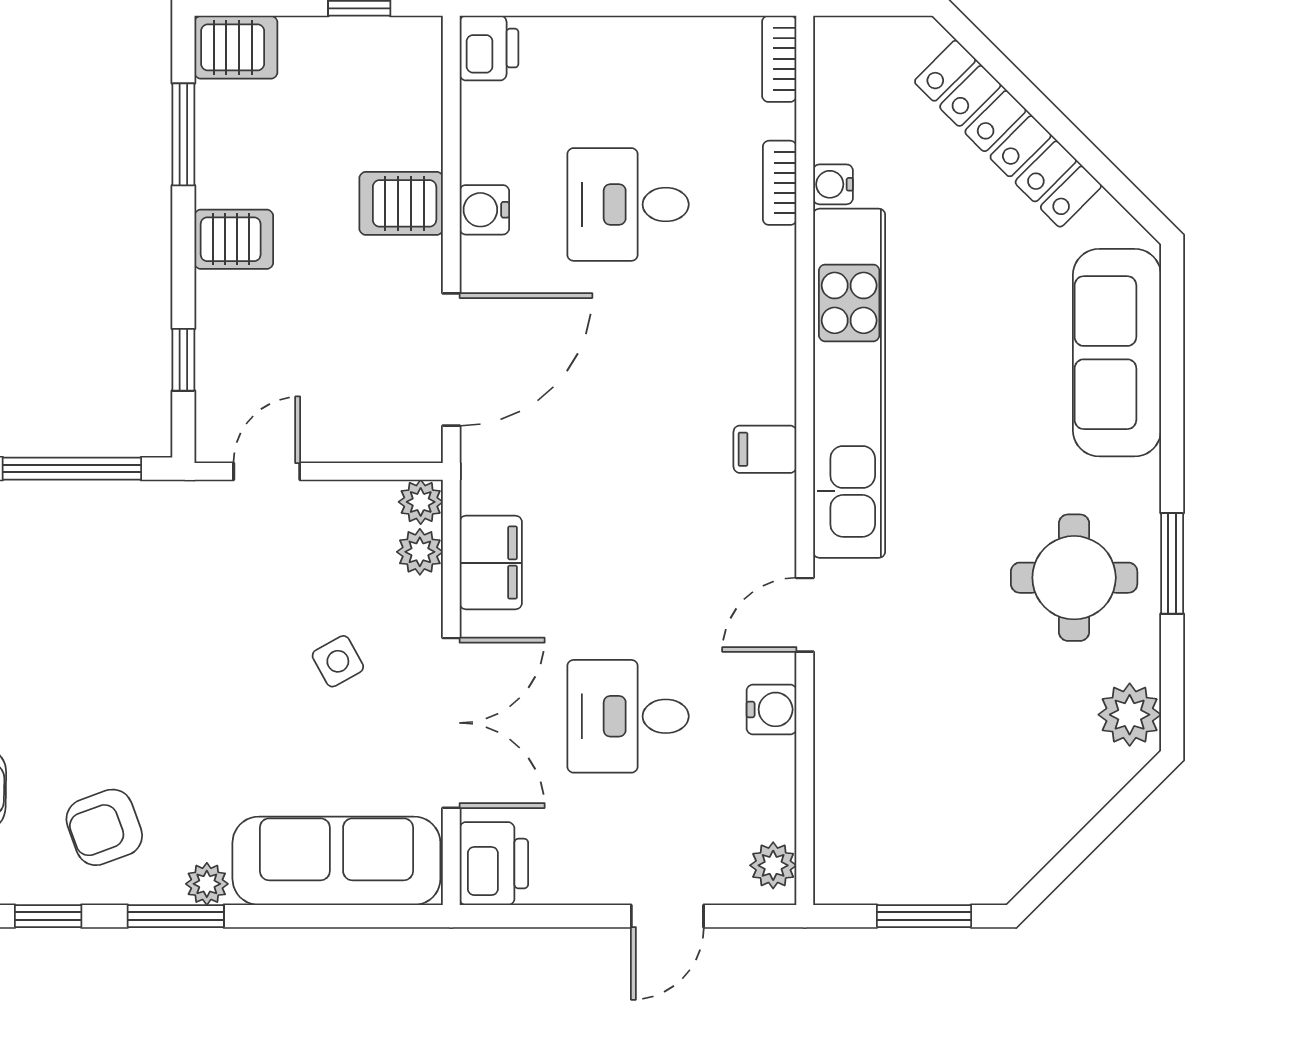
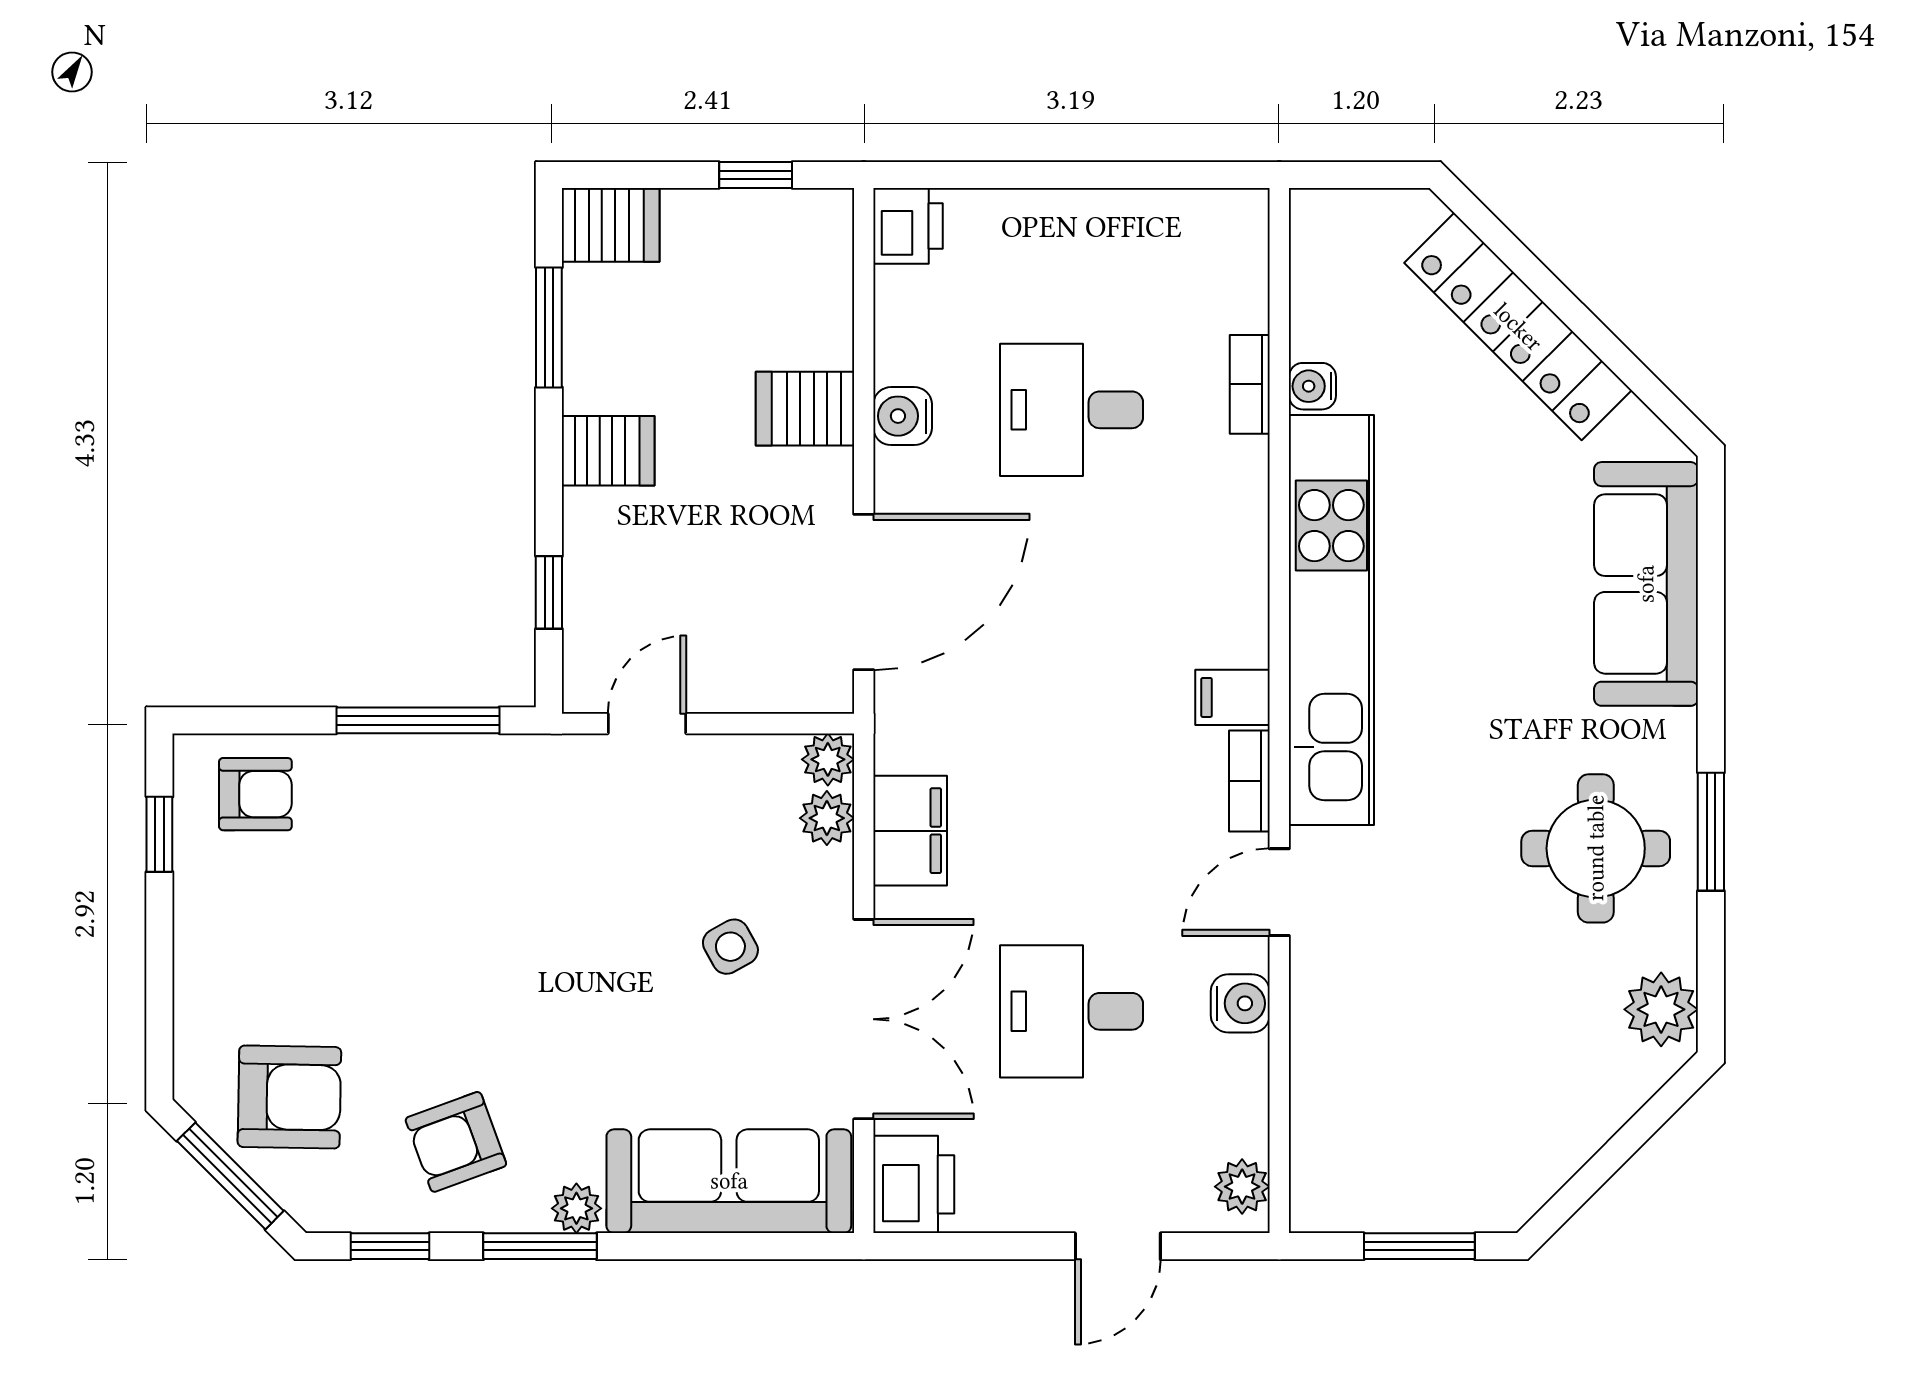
bookcase: (779, 59) -> (1249, 781), moved

